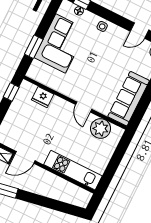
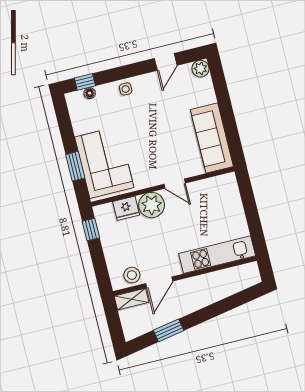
corner sofa: (61, 44) -> (104, 162), moved
plant: (101, 129) -> (152, 205), moved
stool: (12, 139) -> (132, 275), added

